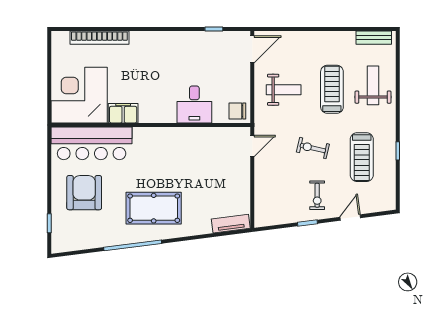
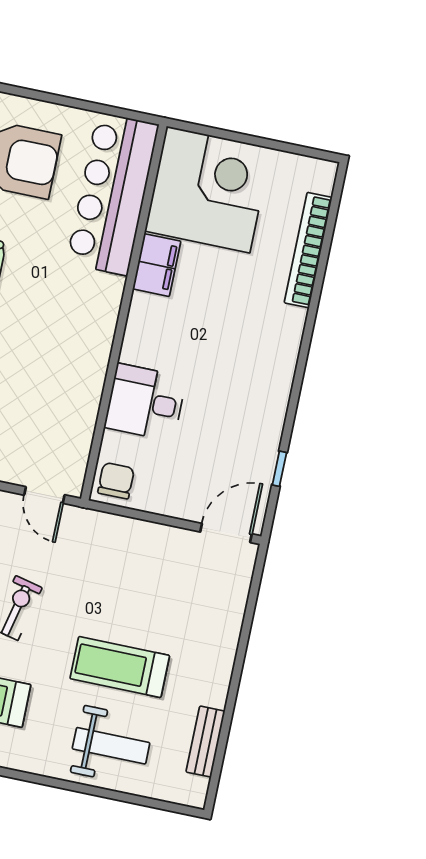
bench: (374, 38) -> (205, 742), moved
door: (252, 49) -> (226, 533), swing flipped
treadmill: (332, 89) -> (120, 667), turned 180
weight bench: (284, 90) -> (138, 576), removed

